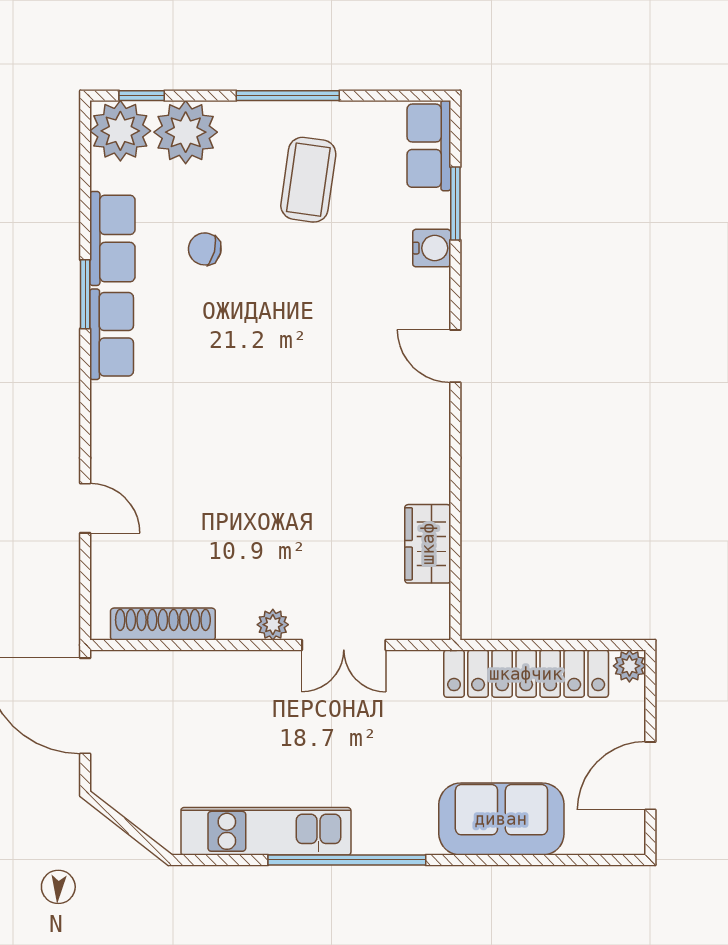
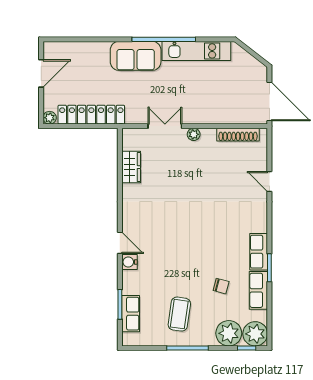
row of seats: (429, 146) -> (131, 314), moved
water cooler: (432, 248) -> (129, 262), moved
sofa: (501, 819) -> (136, 56), moved

